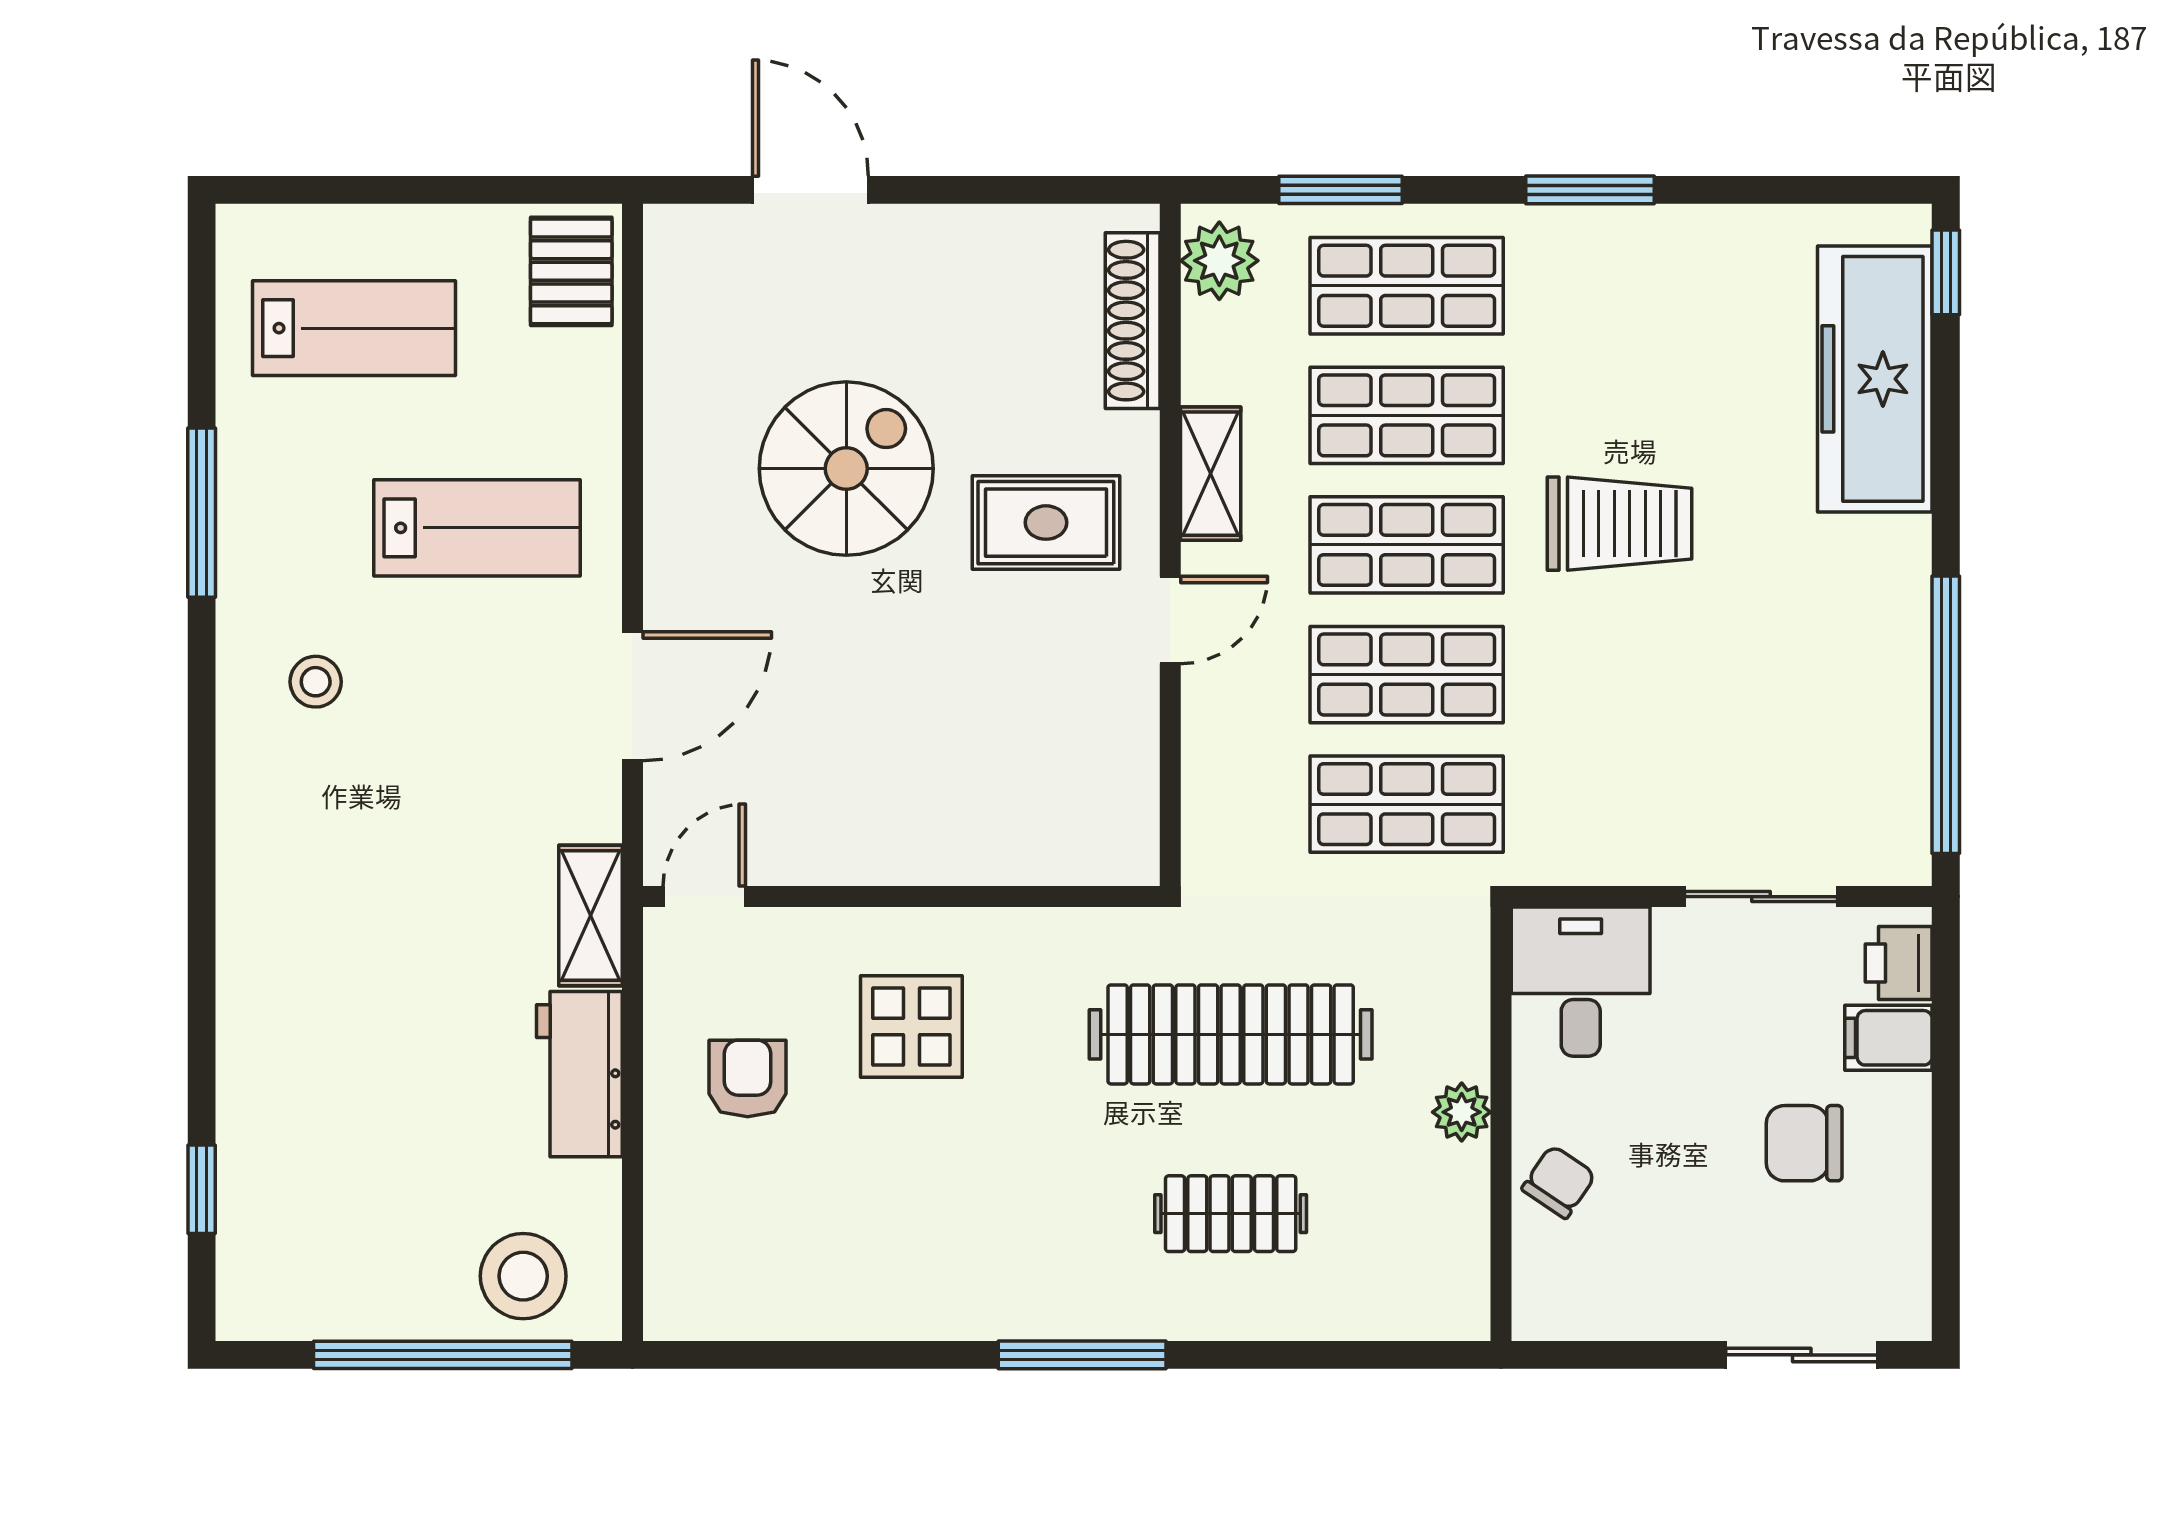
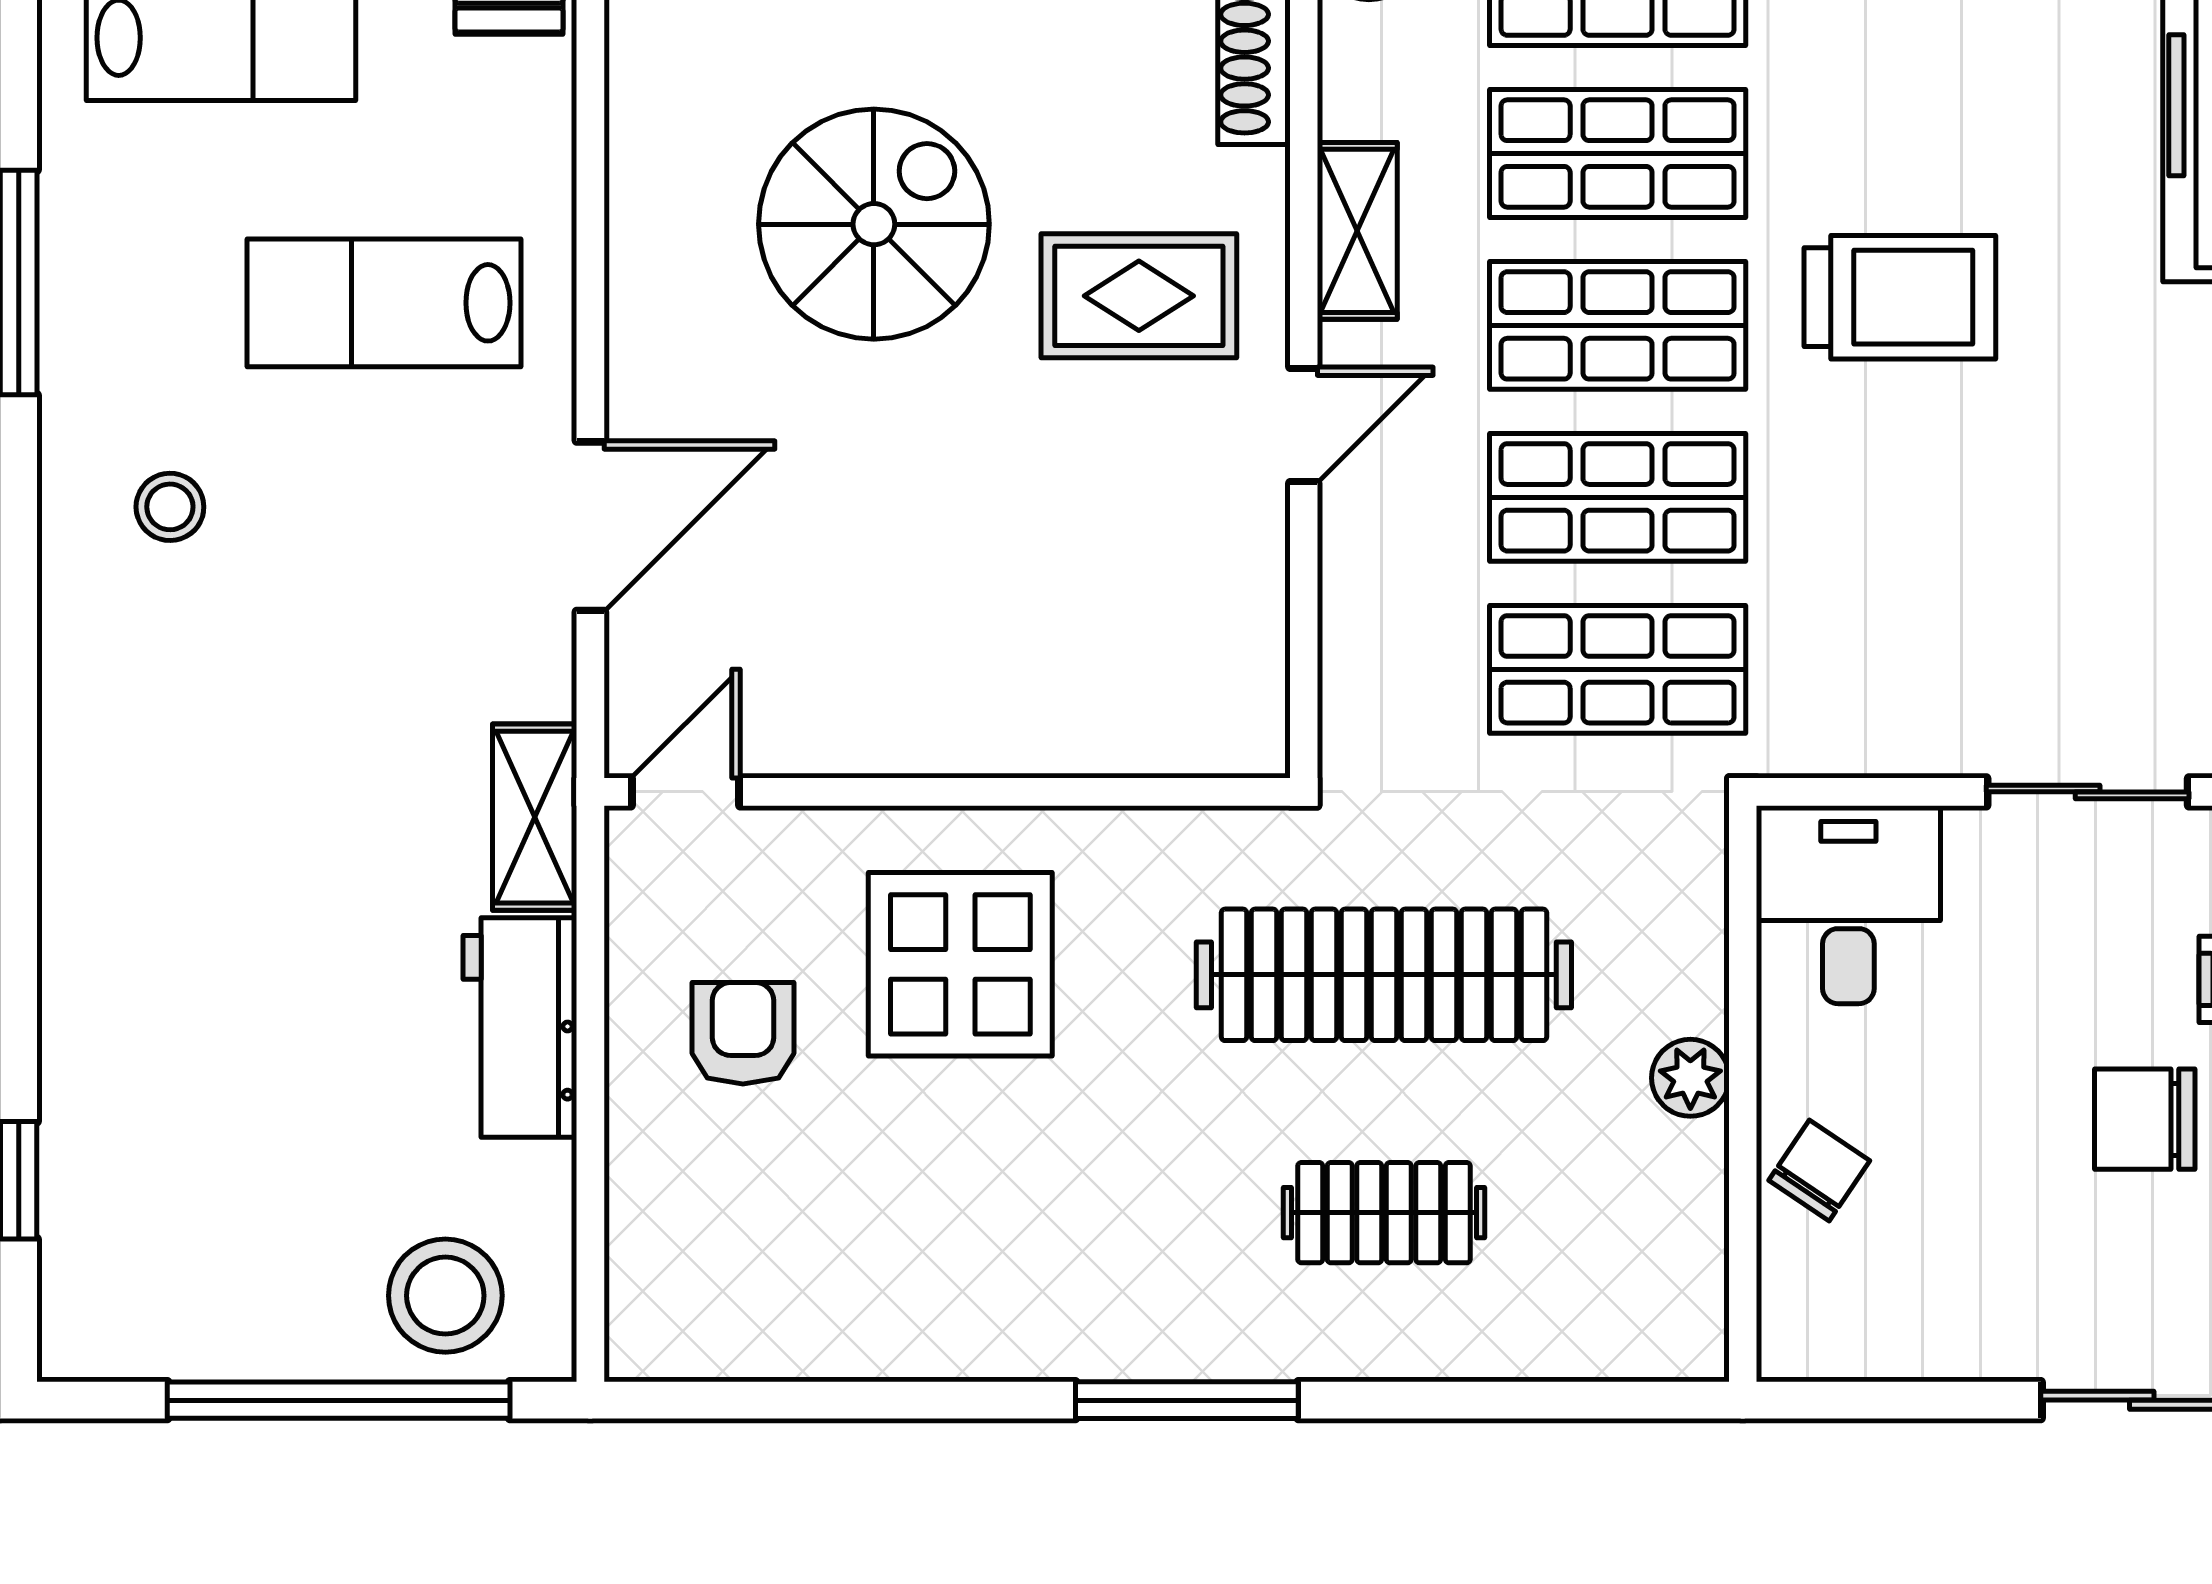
lab bench: (477, 528) -> (384, 303), turned 180
display table: (911, 1026) -> (960, 964), width x1.36, depth x1.36

